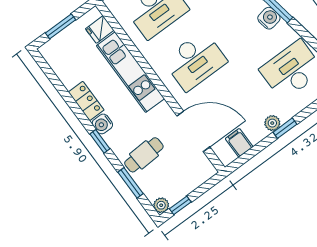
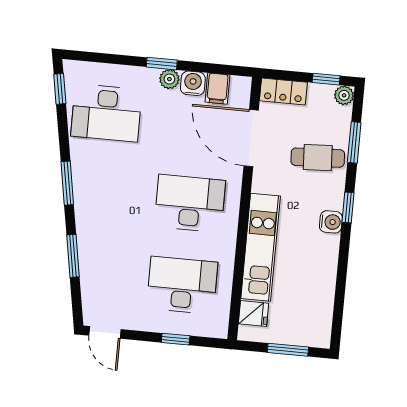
water cooler: (269, 18) -> (193, 83), moved, turned 100
locker: (86, 101) -> (283, 91), moved, turned -90

